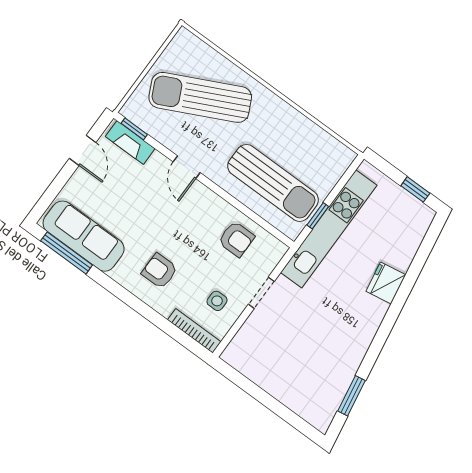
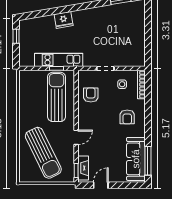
kitchen unit: (329, 229) -> (59, 60), width x0.73

